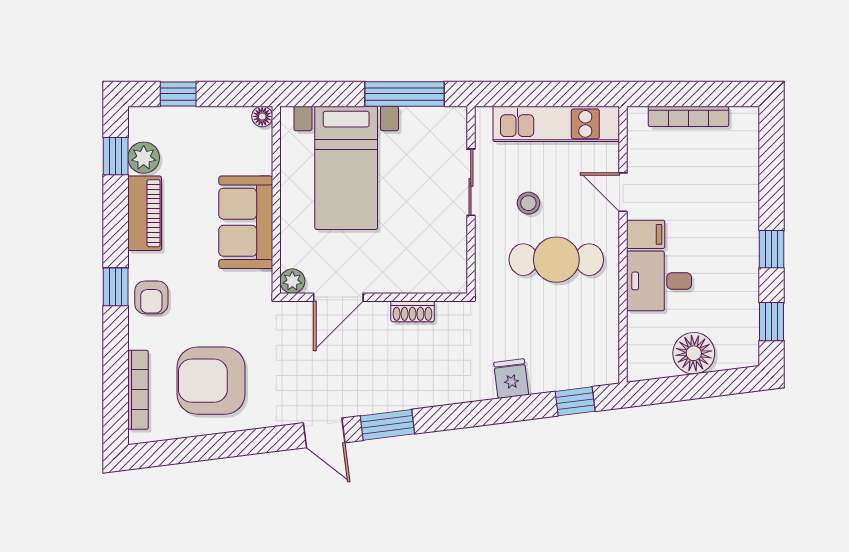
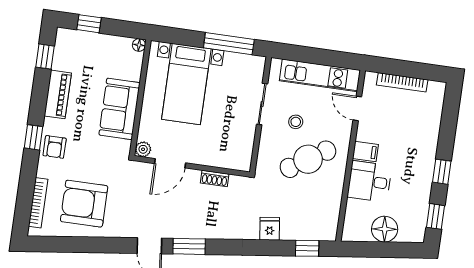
plant: (144, 158) -> (62, 60), removed
door: (623, 192) -> (357, 108), moved
cafe table: (556, 260) -> (308, 159), turned -33

